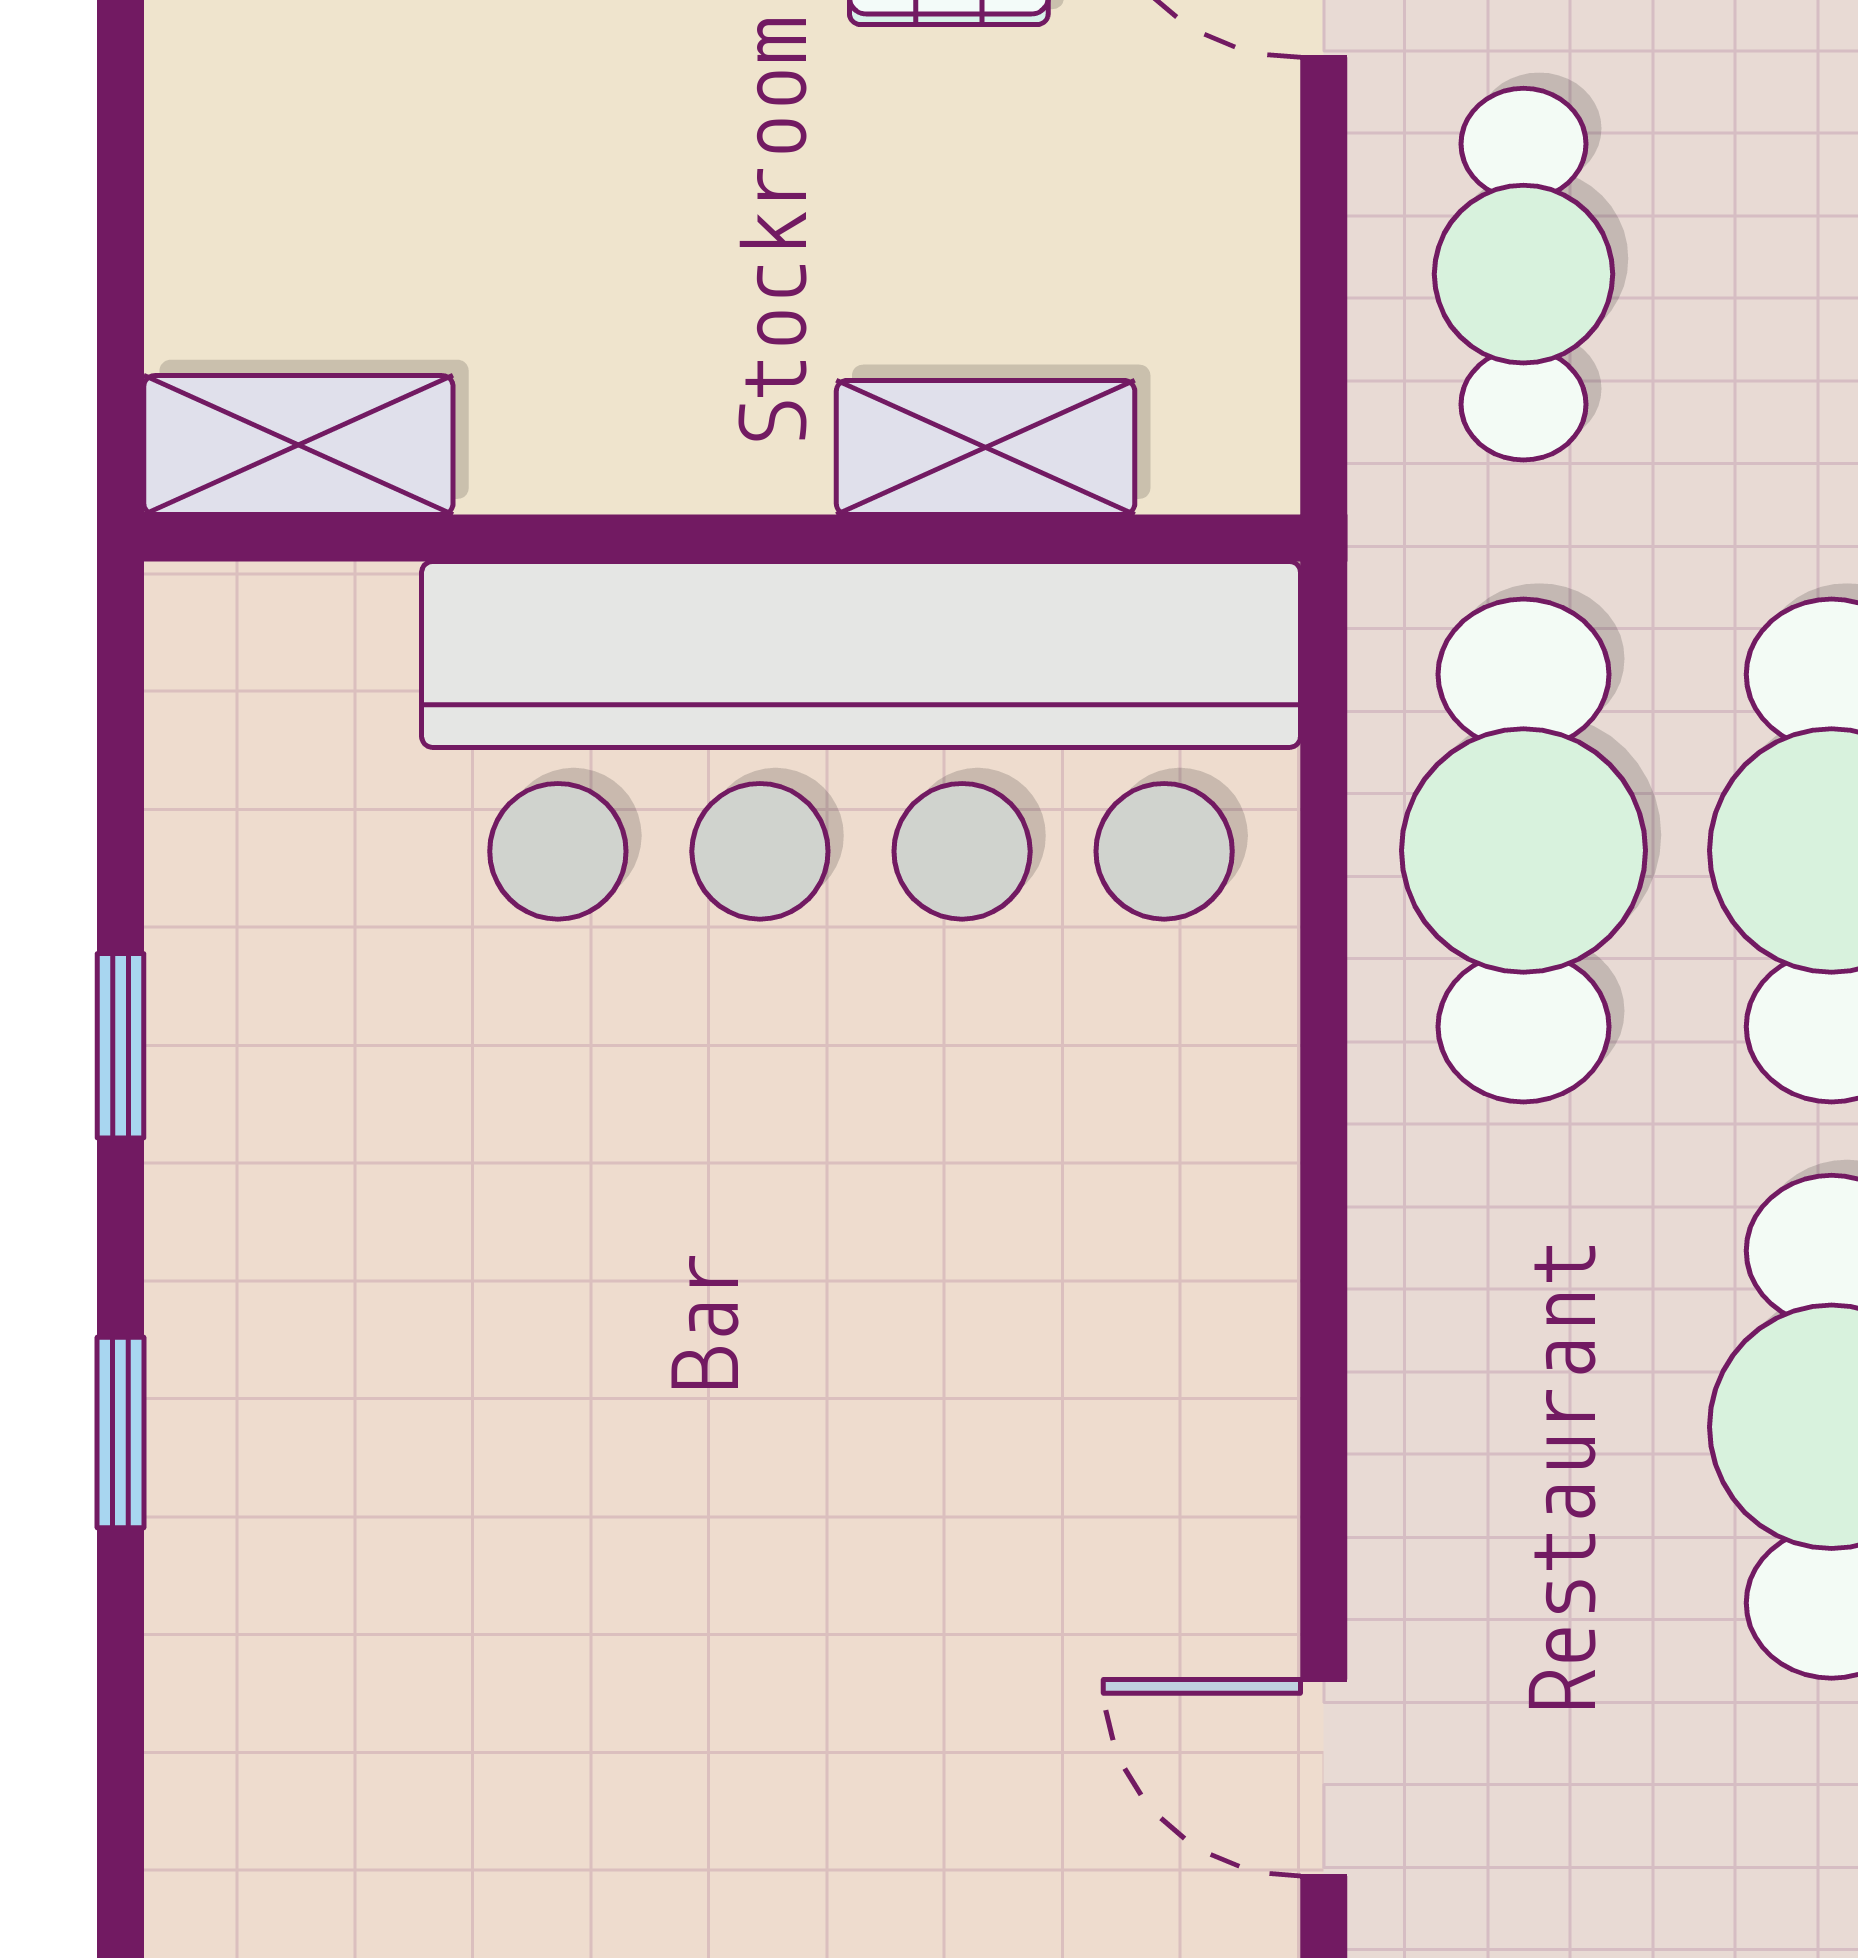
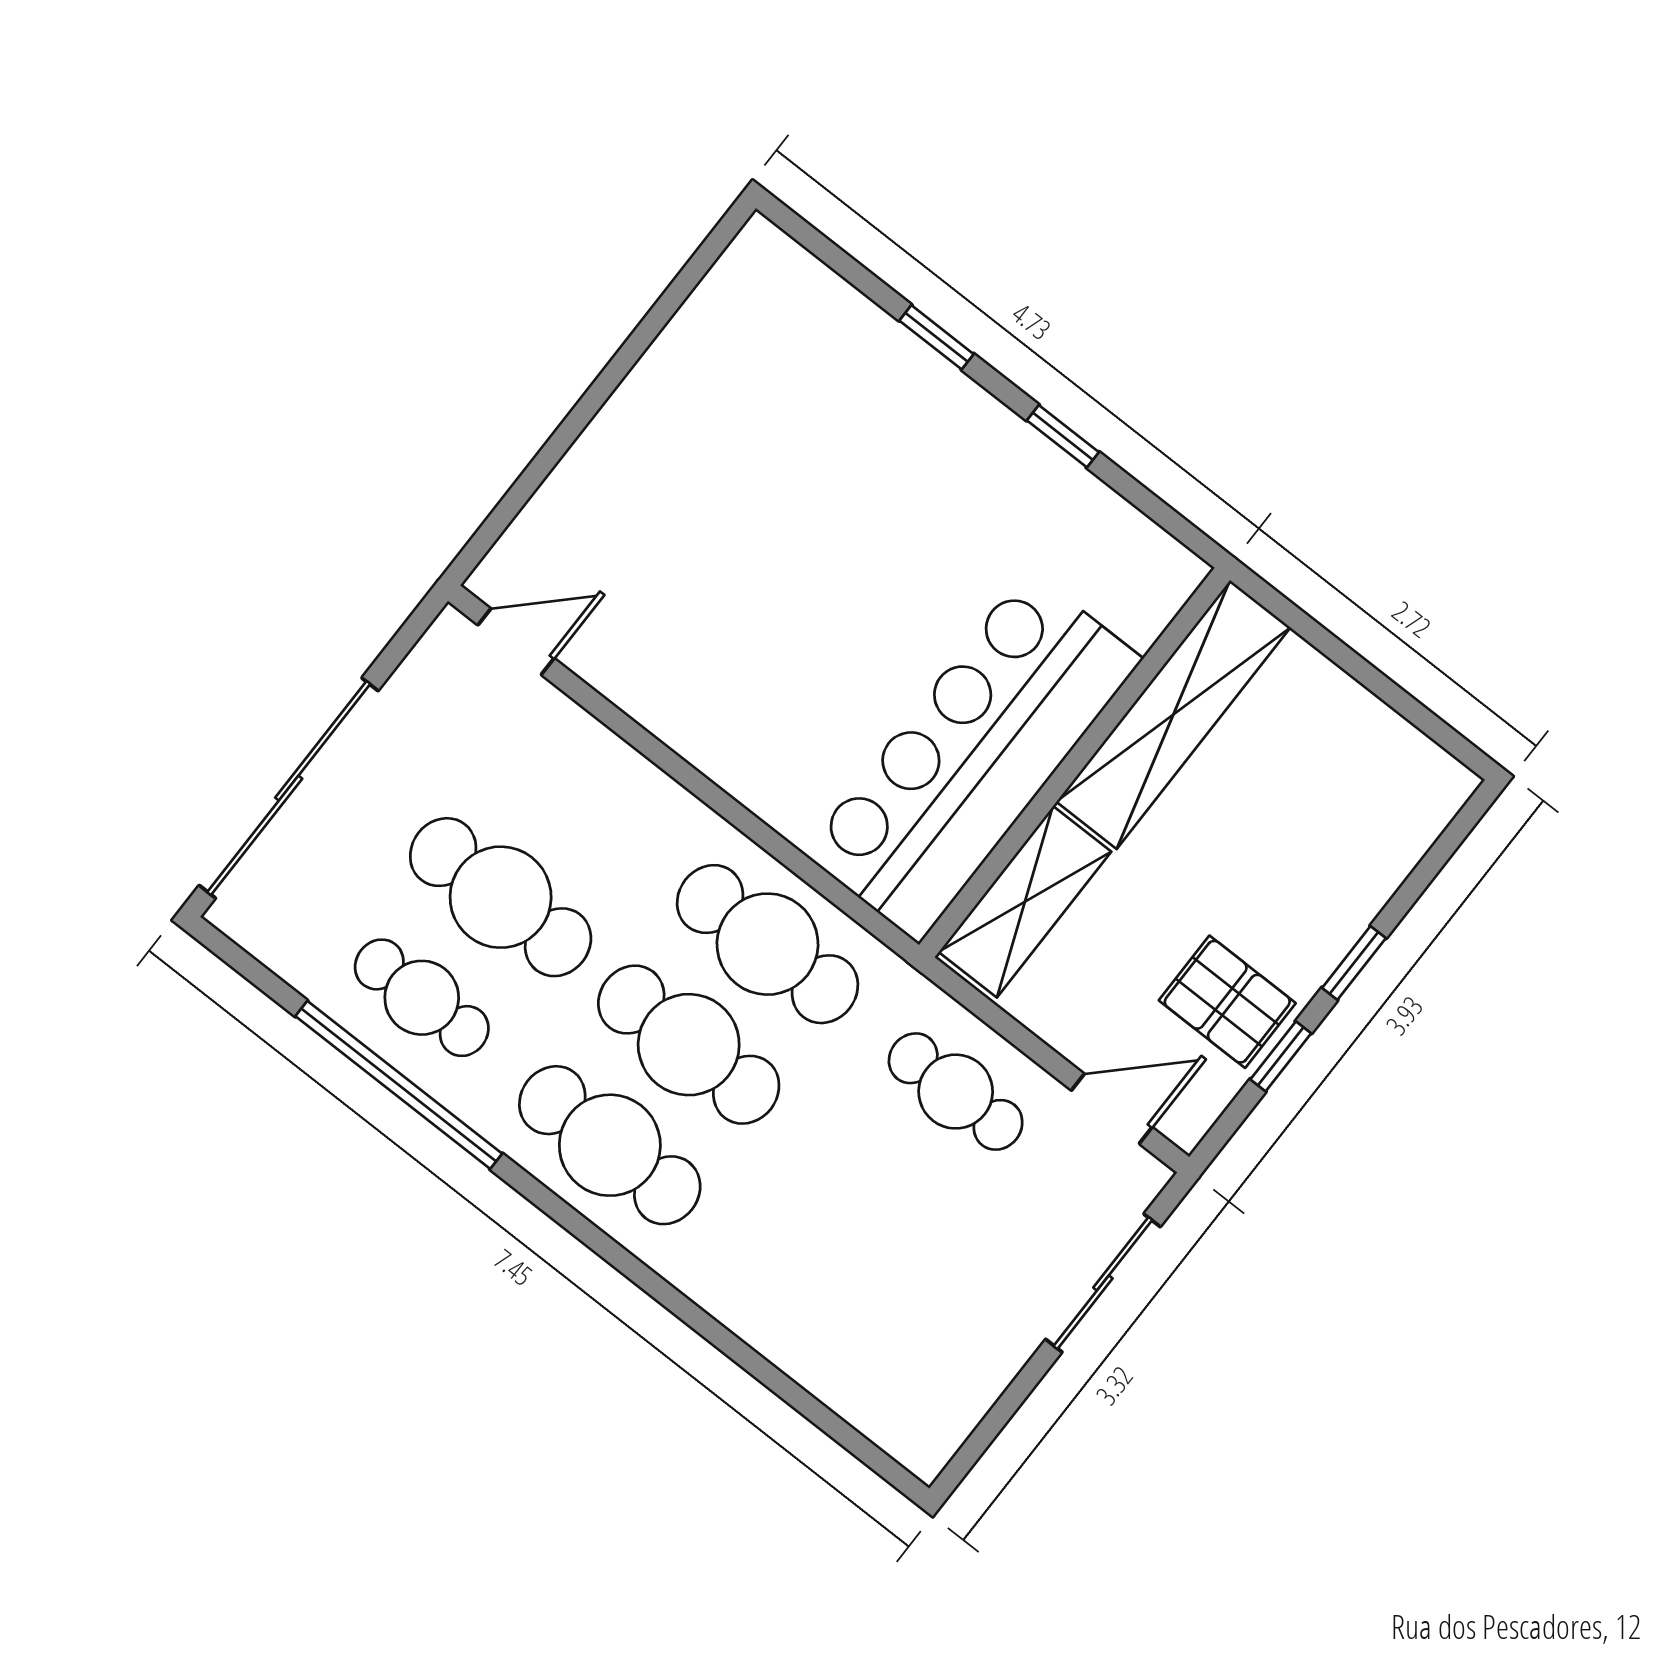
shelving: (298, 445) -> (1173, 715), width x2.20, depth x1.33
shelving: (986, 447) -> (1025, 902), width x1.50, depth x1.33

